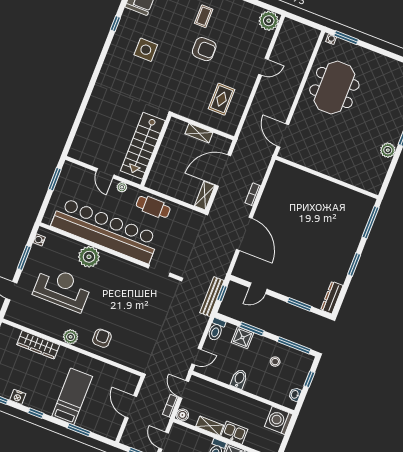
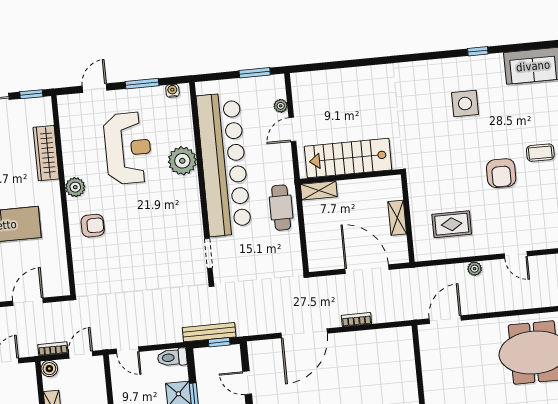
plant: (259, 99) -> (475, 269), added
plant: (122, 187) -> (281, 106), moved
shelving: (205, 196) -> (319, 190), moved

